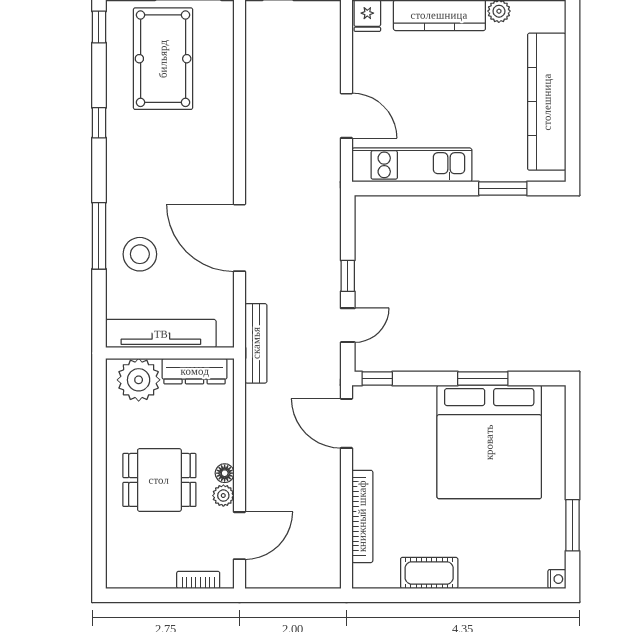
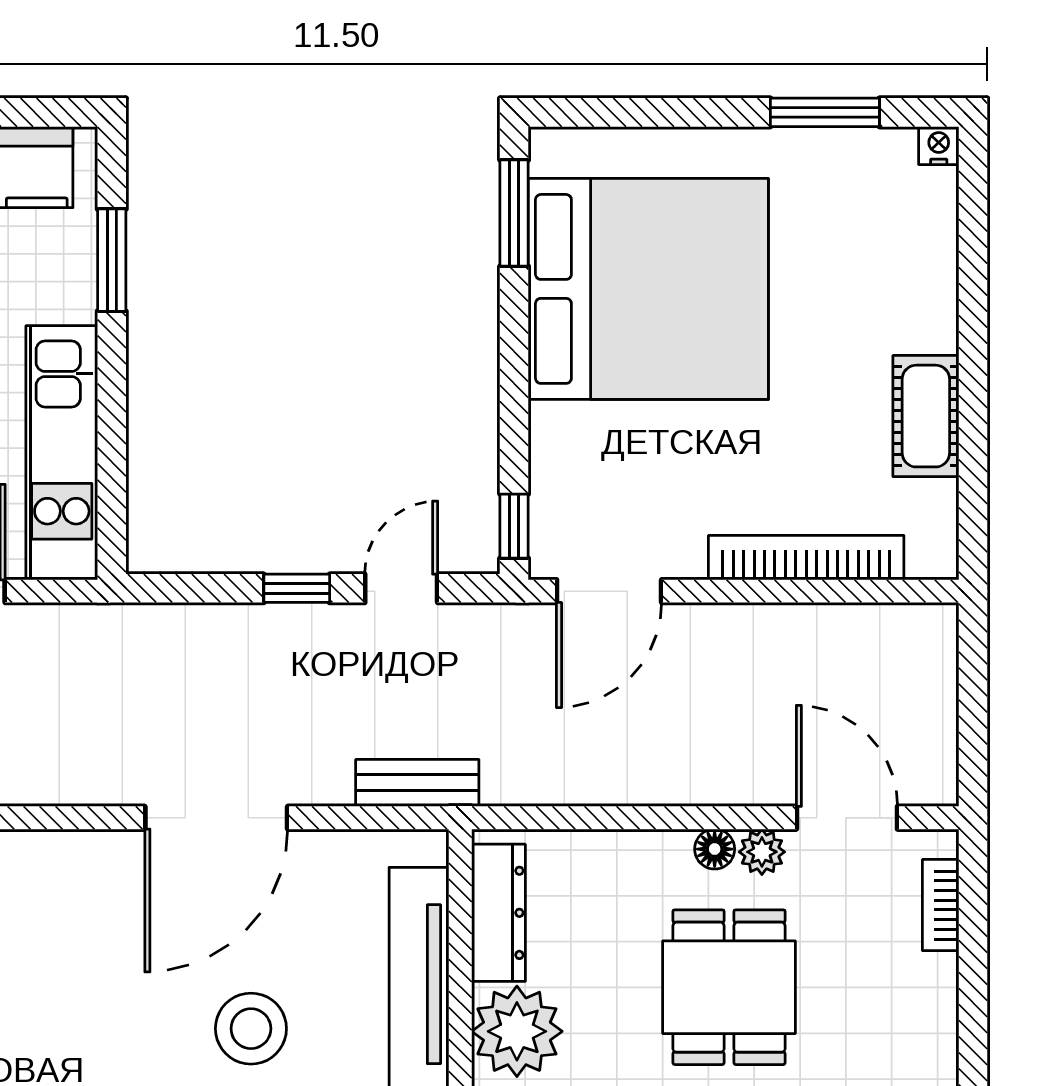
door: (348, 325) -> (401, 588), hinge flipped
bench: (256, 343) -> (417, 783), width x0.73
window: (483, 378) -> (514, 213), moved

